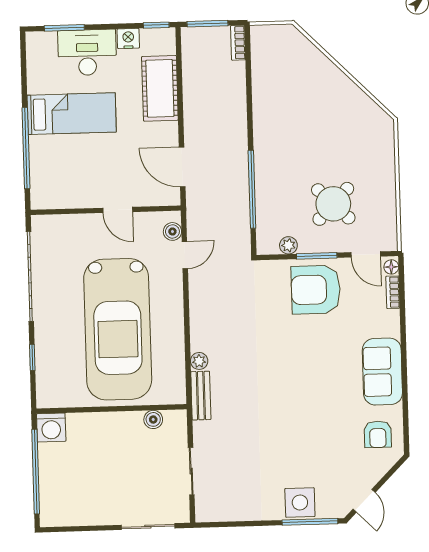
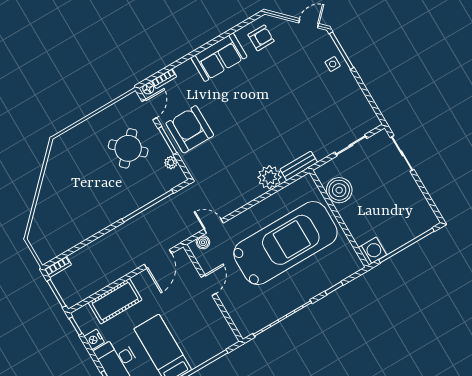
armchair: (316, 290) -> (190, 129), turned 180
plant: (199, 361) -> (270, 177), width x1.88, depth x1.88
boiler: (153, 419) -> (339, 190), width x1.86, depth x1.86
side table: (300, 502) -> (333, 64), width x0.54, depth x0.54

